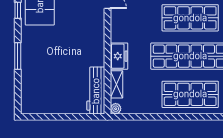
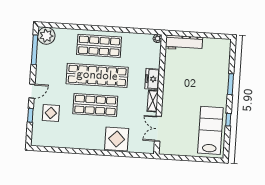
shelving: (117, 84) -> (153, 101), moved
workbench: (96, 91) -> (184, 43), moved, turned 90

